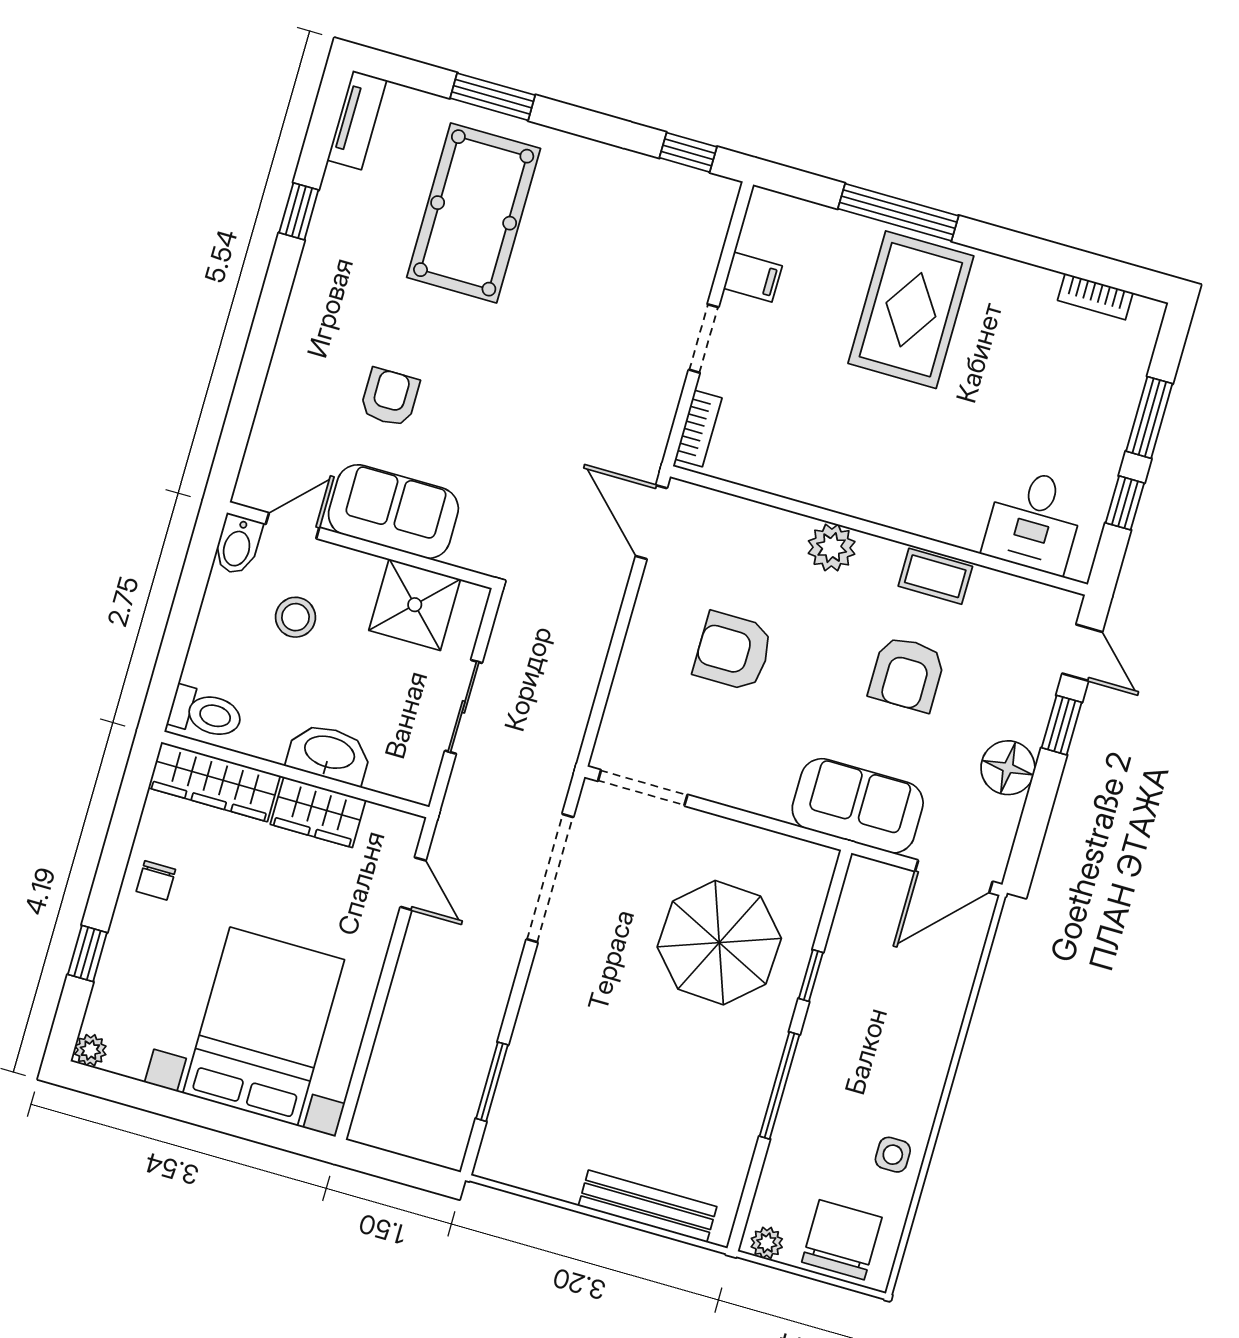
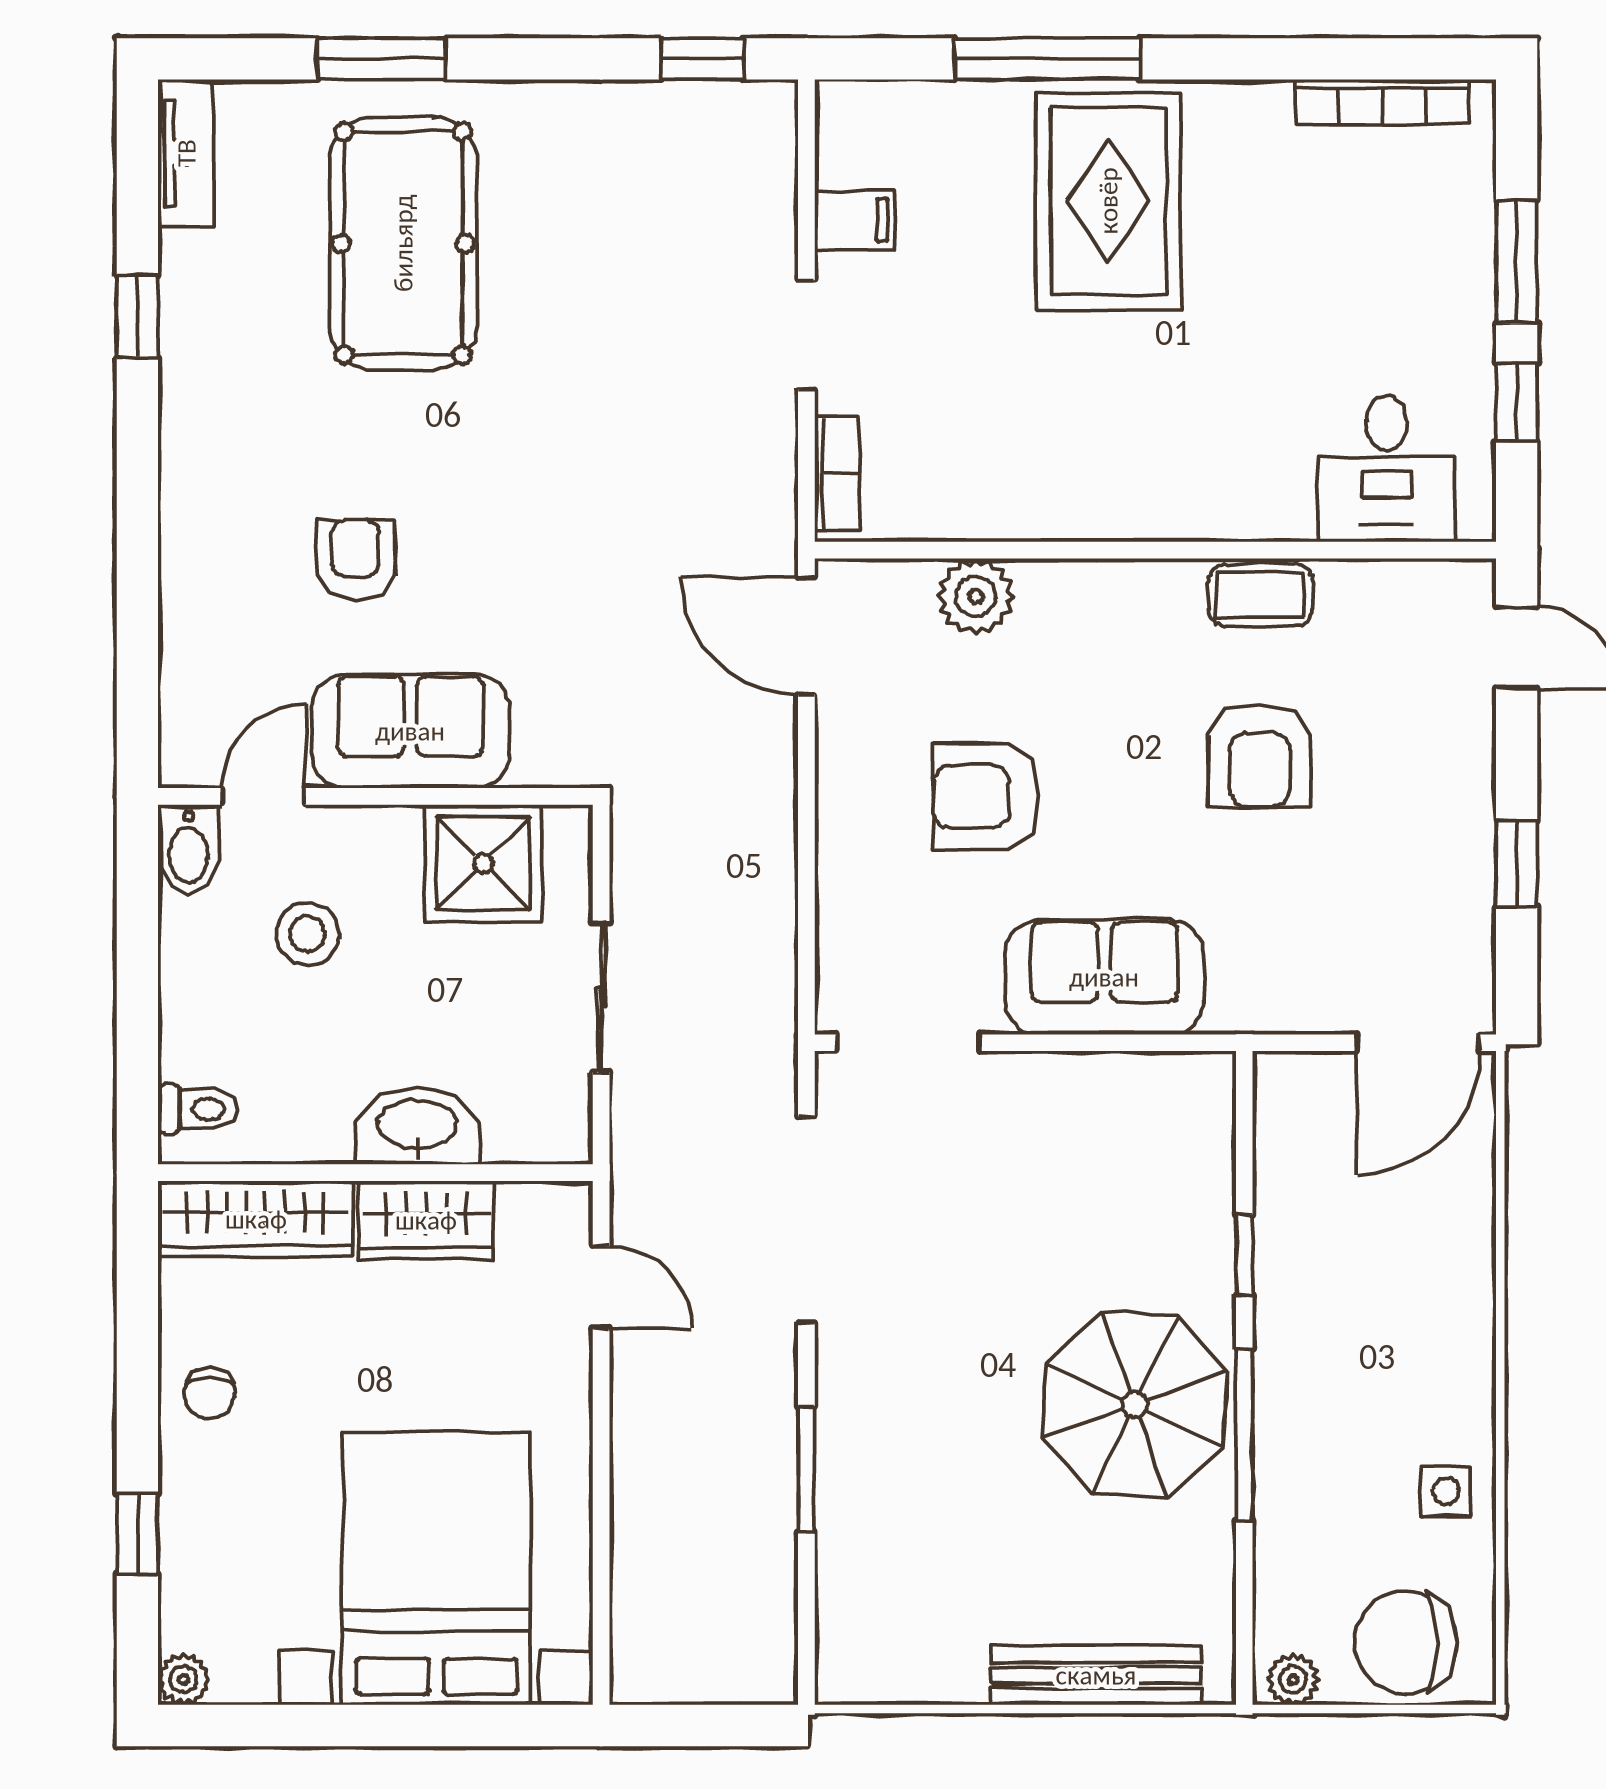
bookcase: (1095, 297) -> (1383, 102), width x1.56
plant: (832, 548) -> (976, 596), moved
toilet: (206, 713) -> (198, 1109), width x0.73, depth x0.72
window: (1062, 725) -> (1517, 863), moved
floor lamp: (1008, 768) -> (1454, 854), removed
sofa: (858, 806) -> (1104, 977), moved
parasol: (719, 943) -> (1134, 1405), moved
window: (492, 1082) -> (806, 1469), moved
chair: (842, 1240) -> (1406, 1642), turned -90

